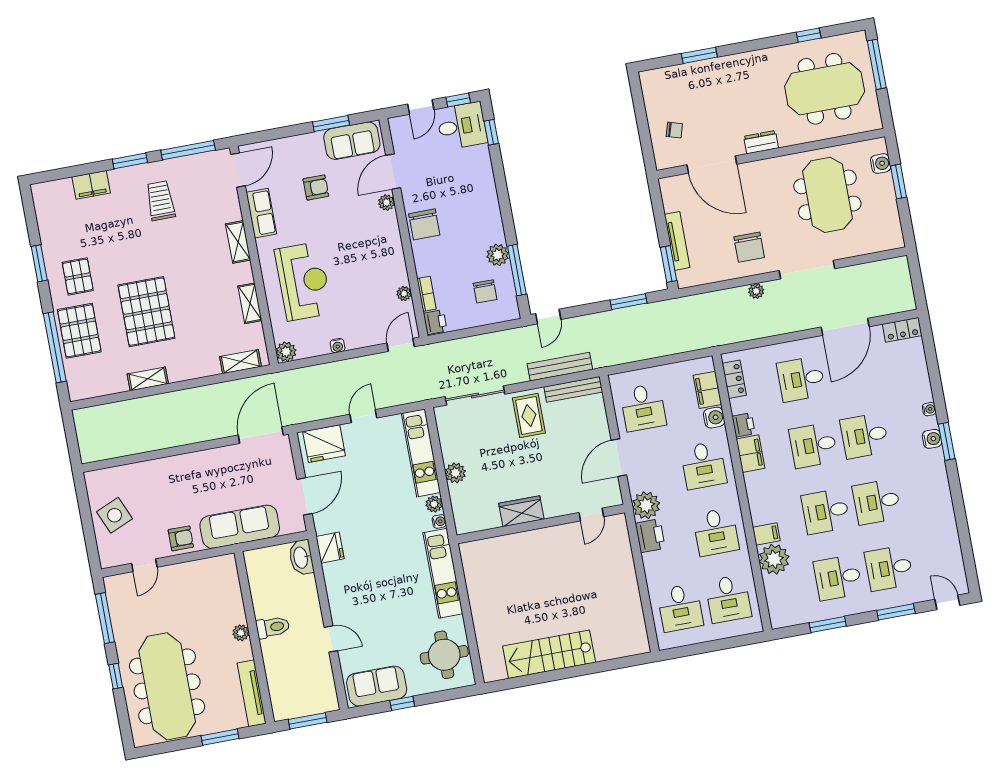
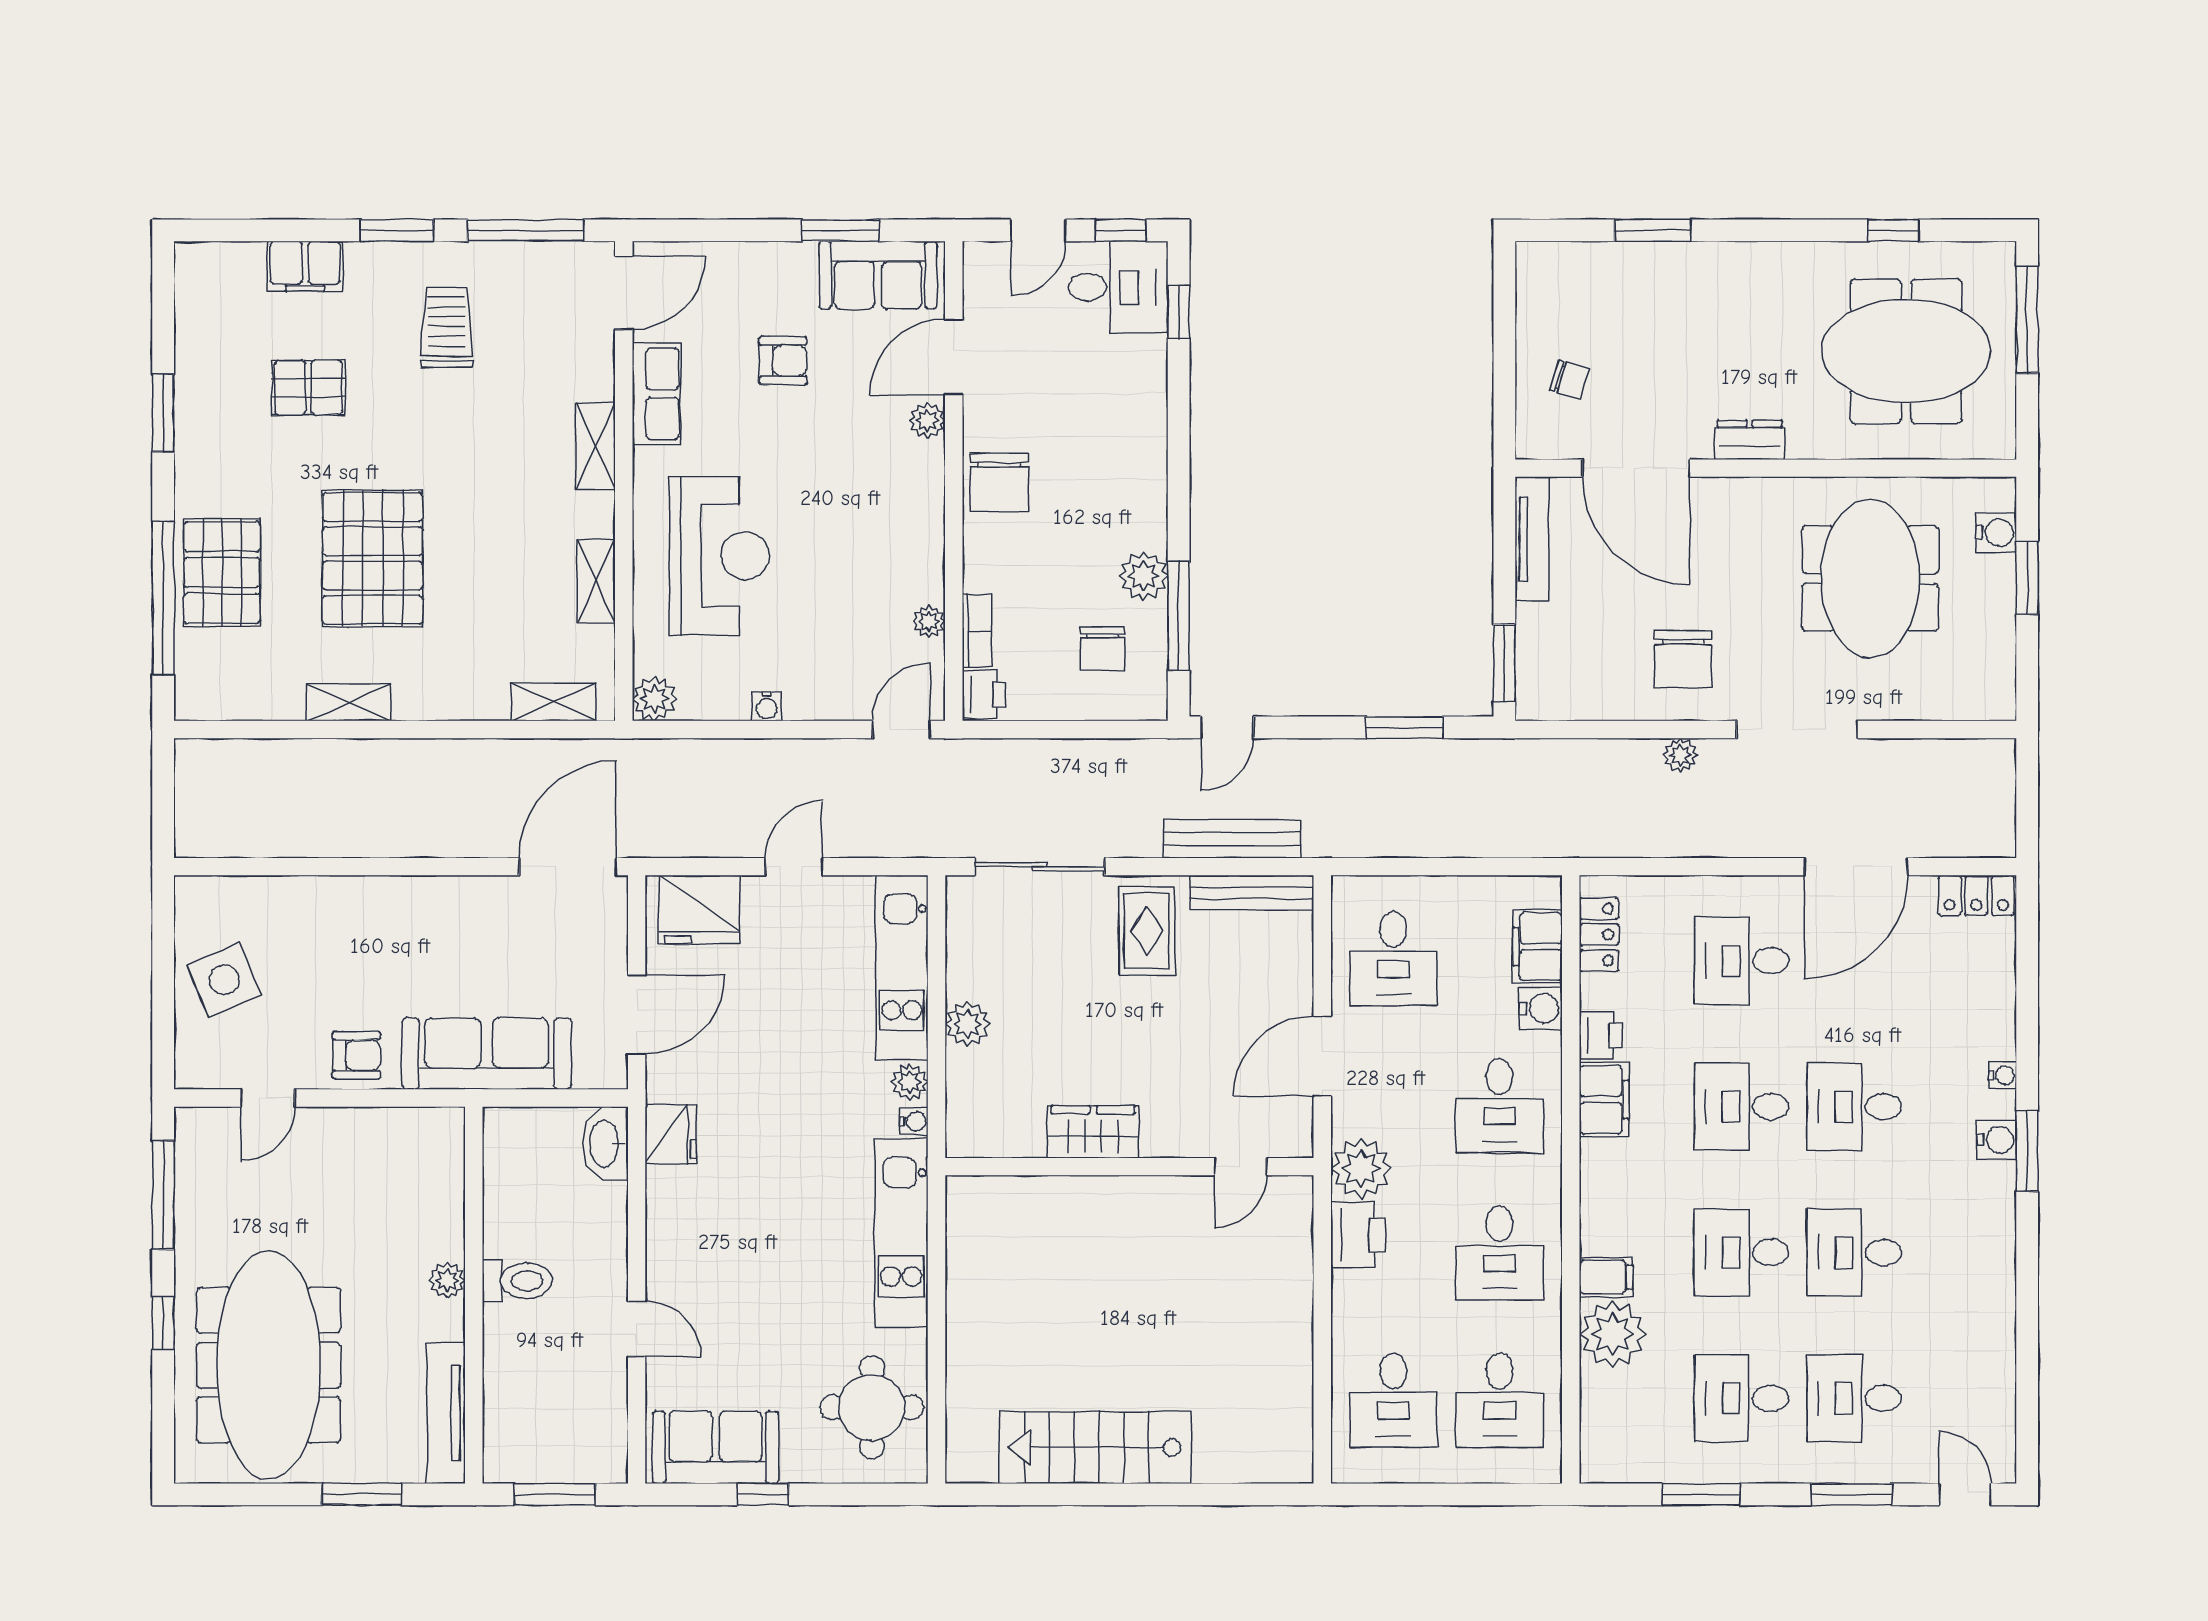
tv unit: (677, 241) -> (1532, 539), moved
pallet: (78, 276) -> (308, 387), moved, turned 90

